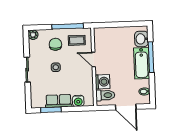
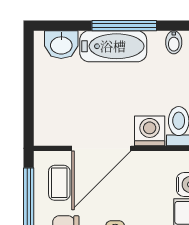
window: (151, 57) -> (124, 26), moved
door: (94, 59) -> (101, 148), width x1.87

